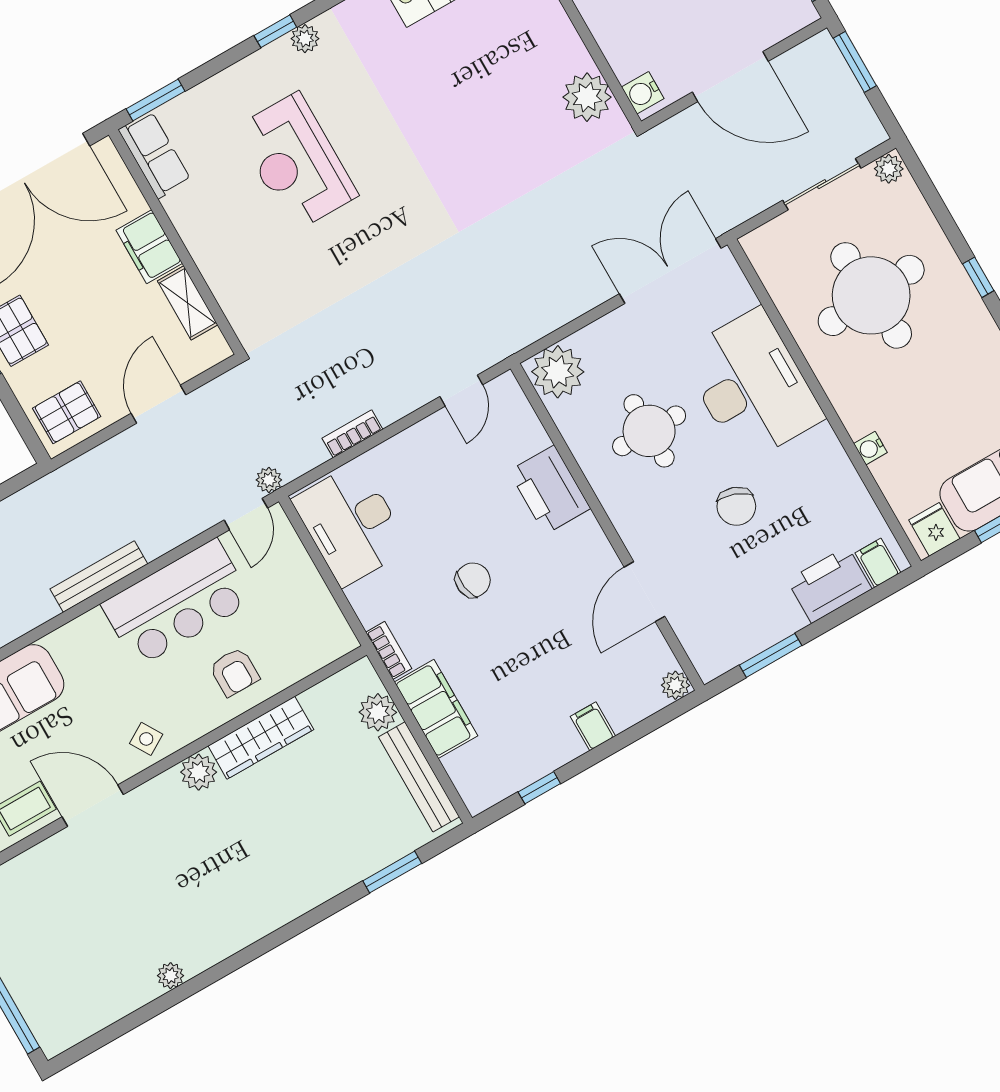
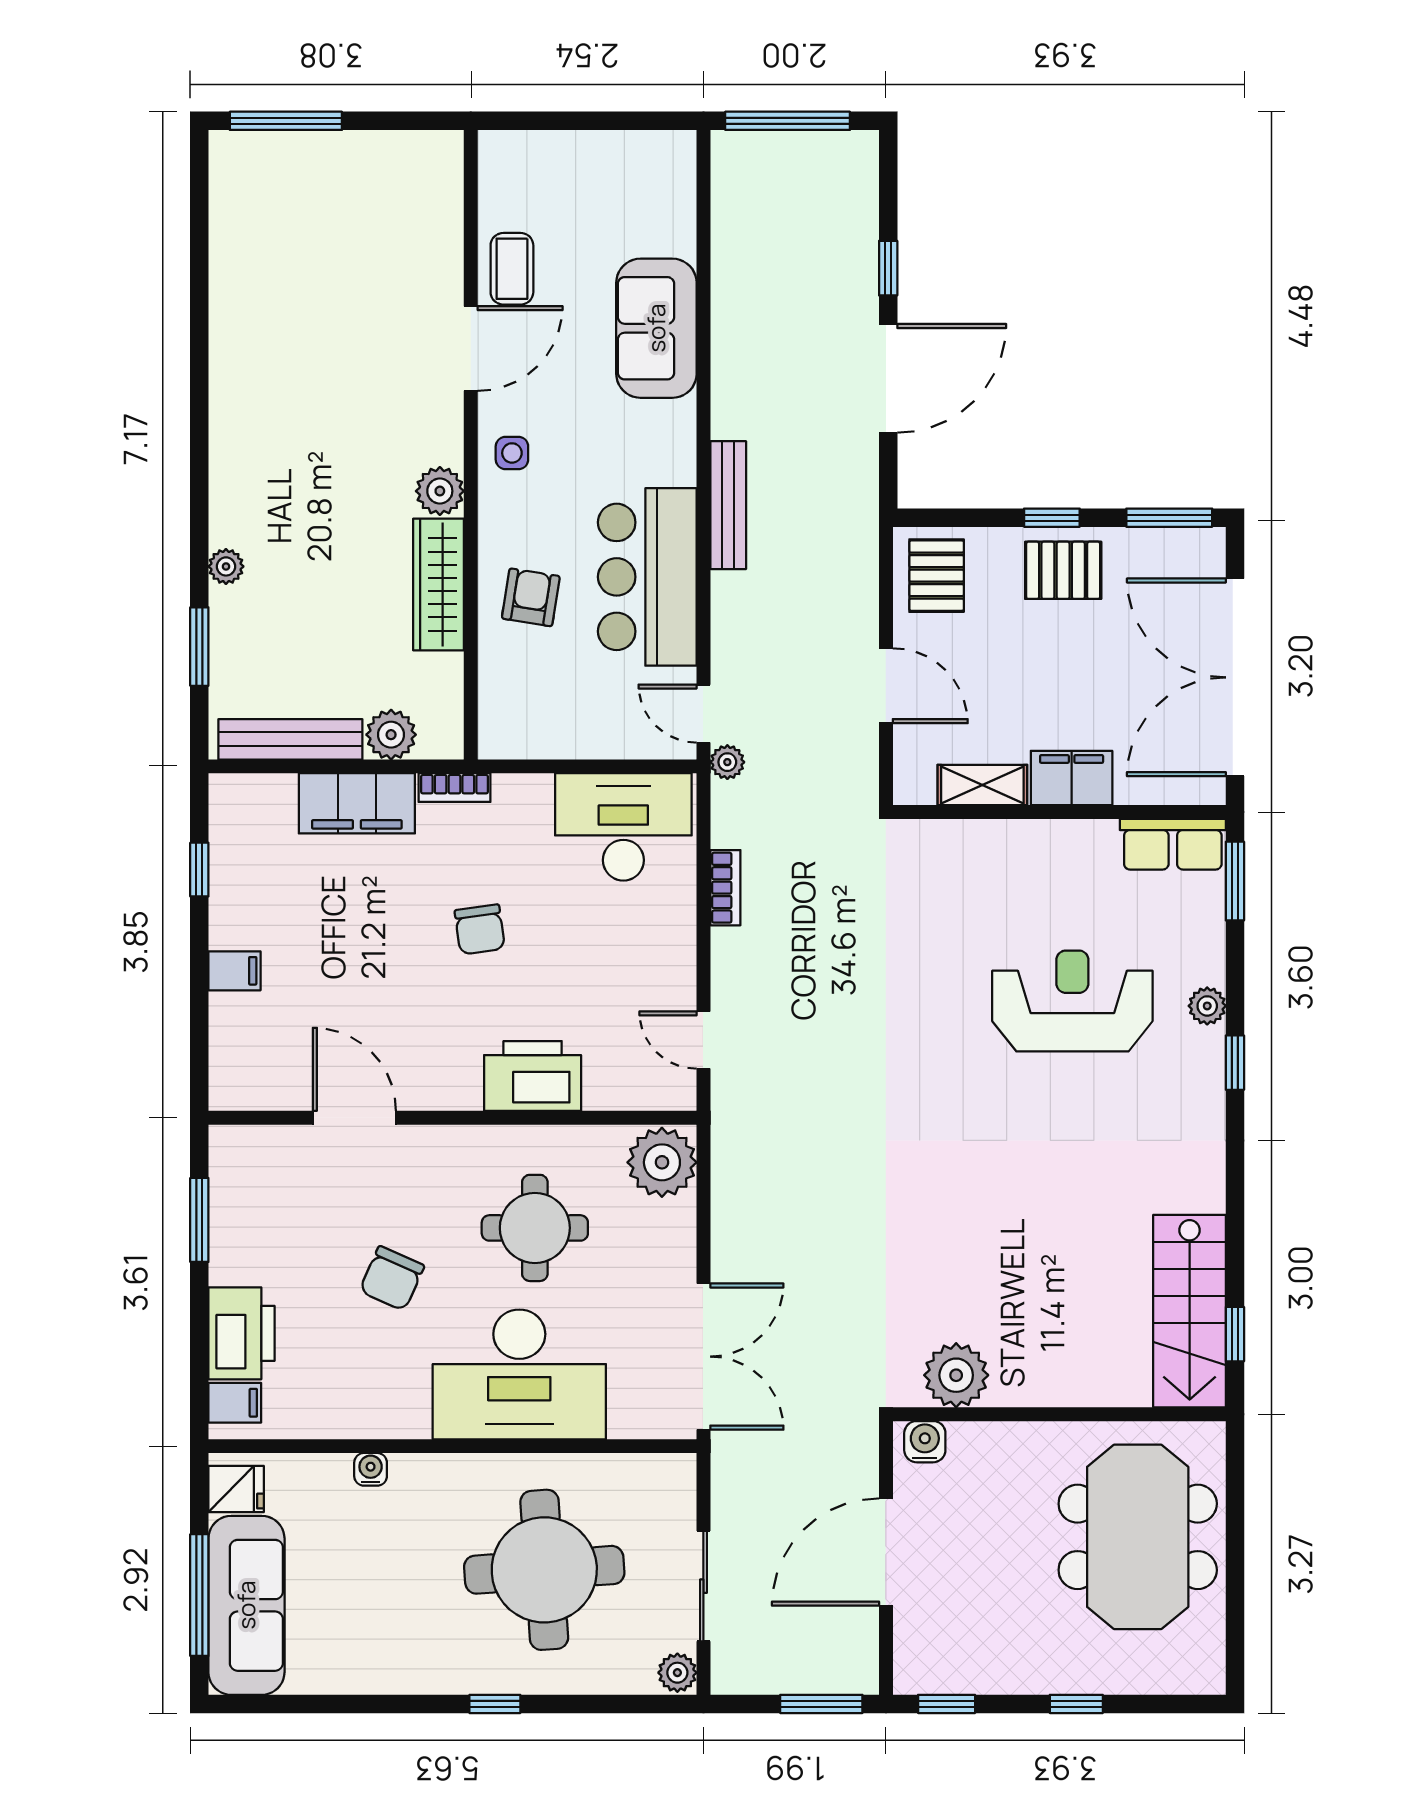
plant: (305, 39) -> (1207, 1006), moved
chair: (736, 506) -> (392, 1278), turned -86
armchair: (234, 672) -> (531, 597), turned 99
plant: (675, 685) -> (227, 1092), removed
side table: (146, 739) -> (512, 453), turned 31
plant: (170, 976) -> (226, 566), moved

